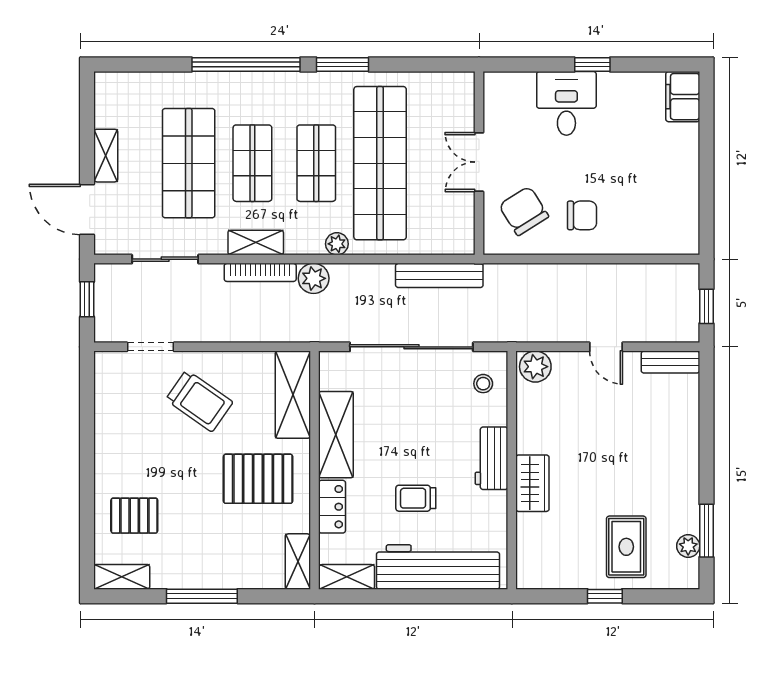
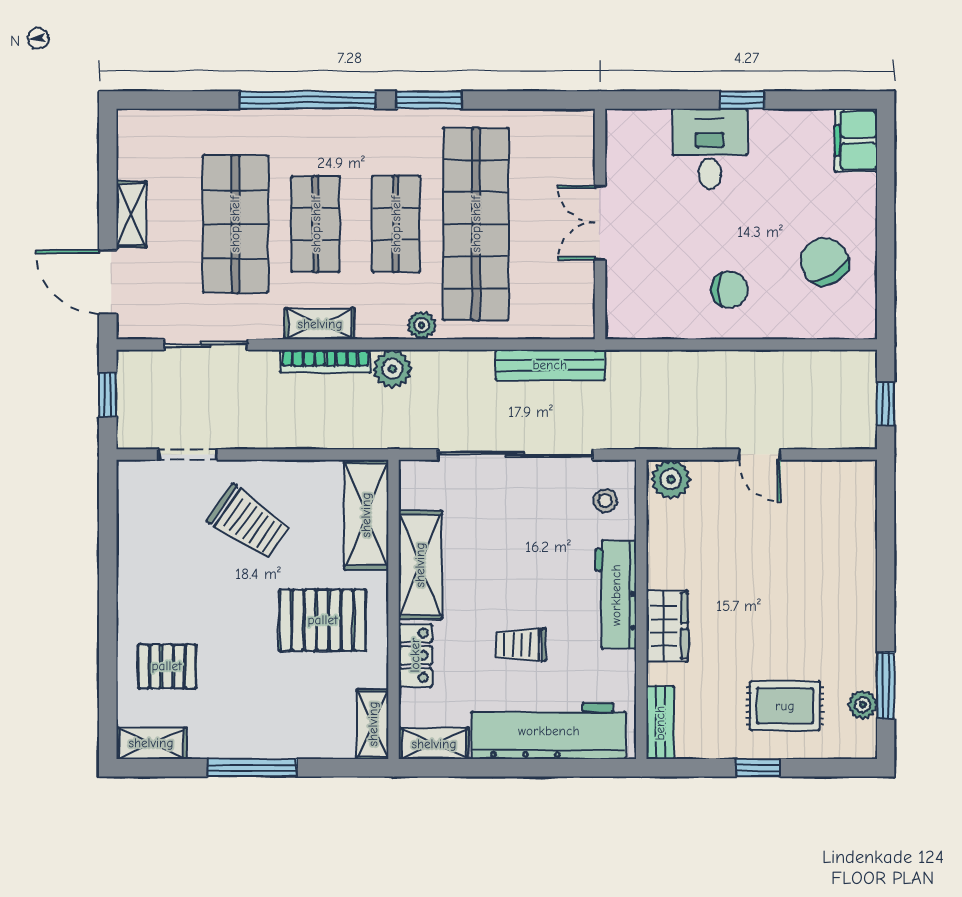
chair: (524, 211) -> (825, 262), moved
bench: (670, 362) -> (660, 723), moved, turned 90
workbench: (491, 458) -> (616, 595), width x1.38
rug: (626, 547) -> (785, 706), turned 90

